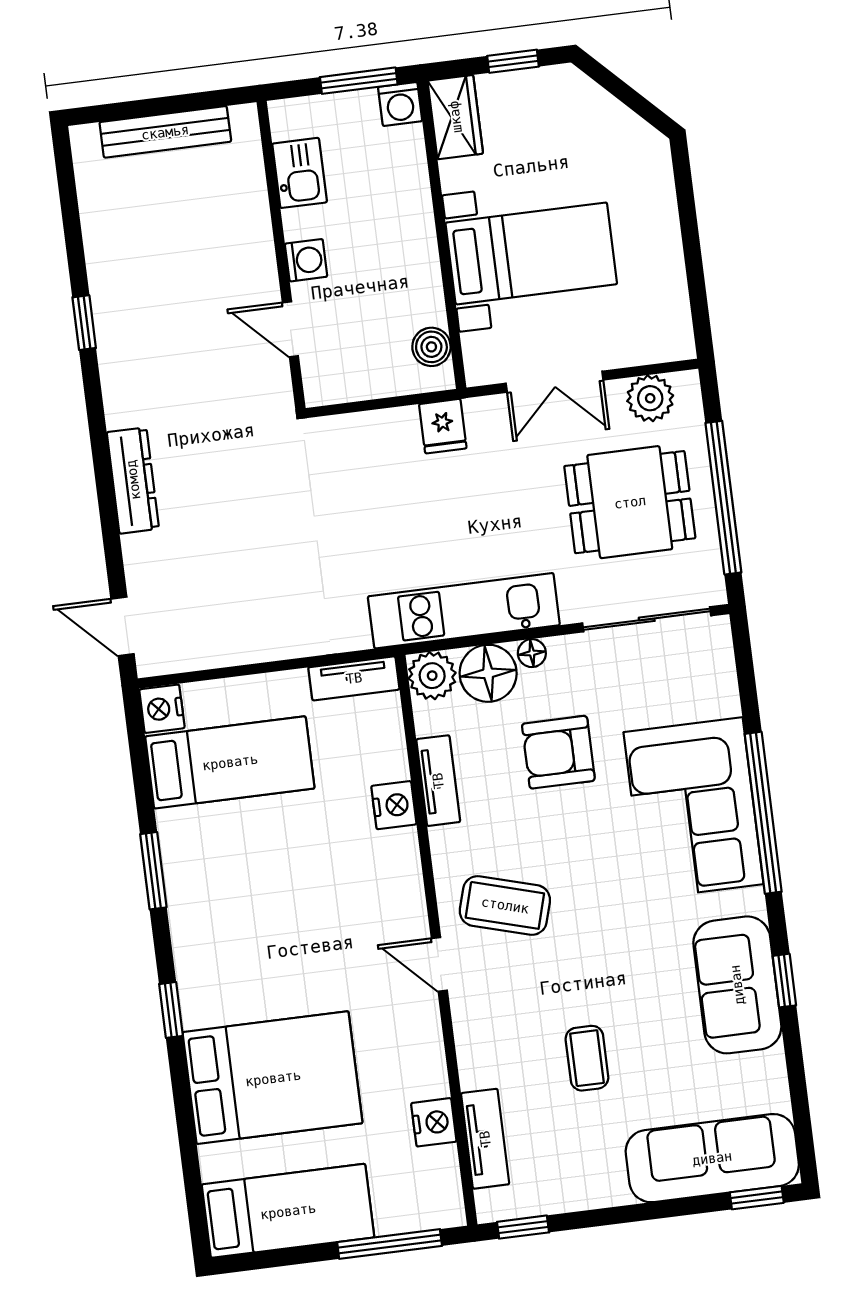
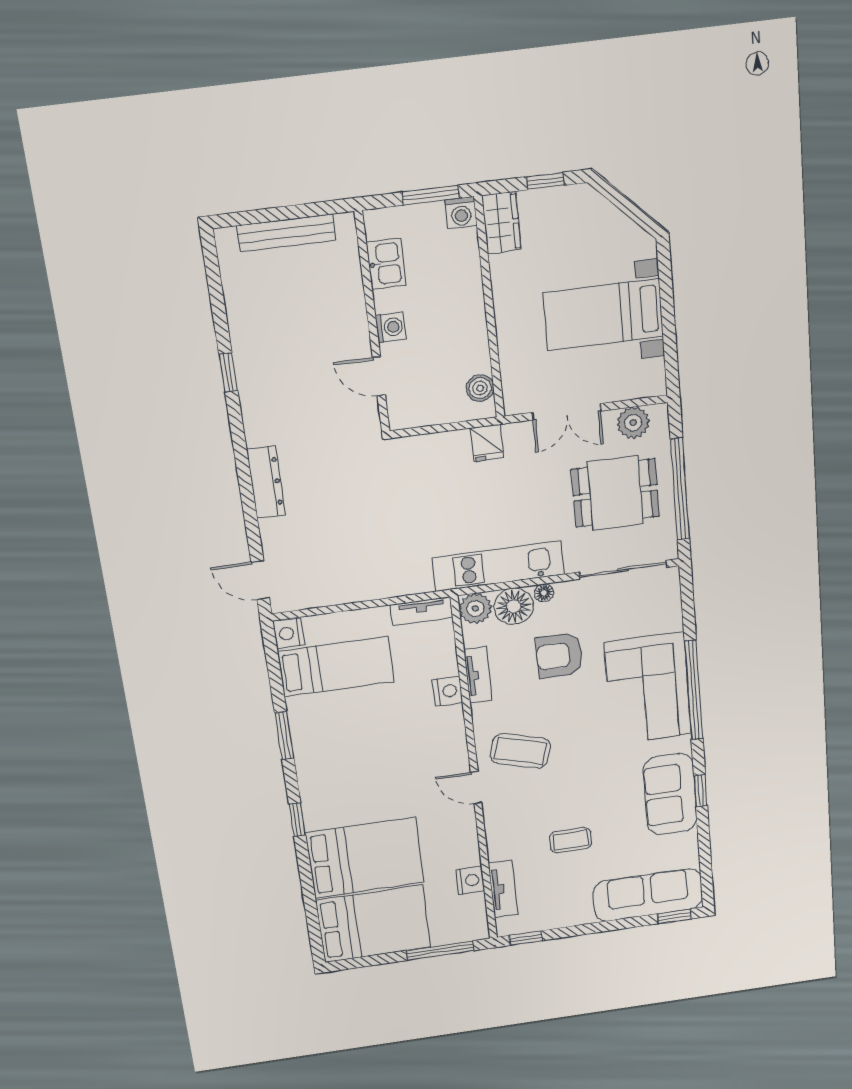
bed with nightstands: (531, 253) -> (603, 315), moved, turned 180
coffee table: (587, 1058) -> (571, 840), turned 90
bed: (288, 1211) -> (373, 924), width x1.50

